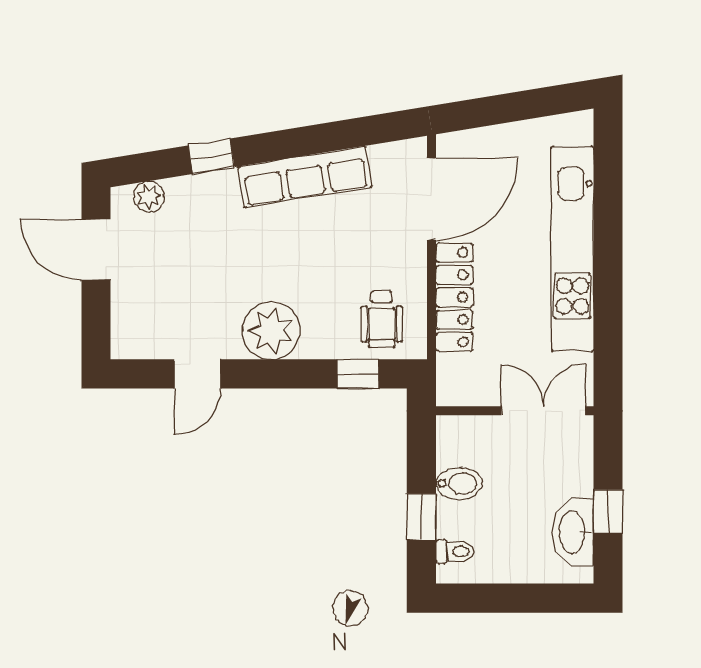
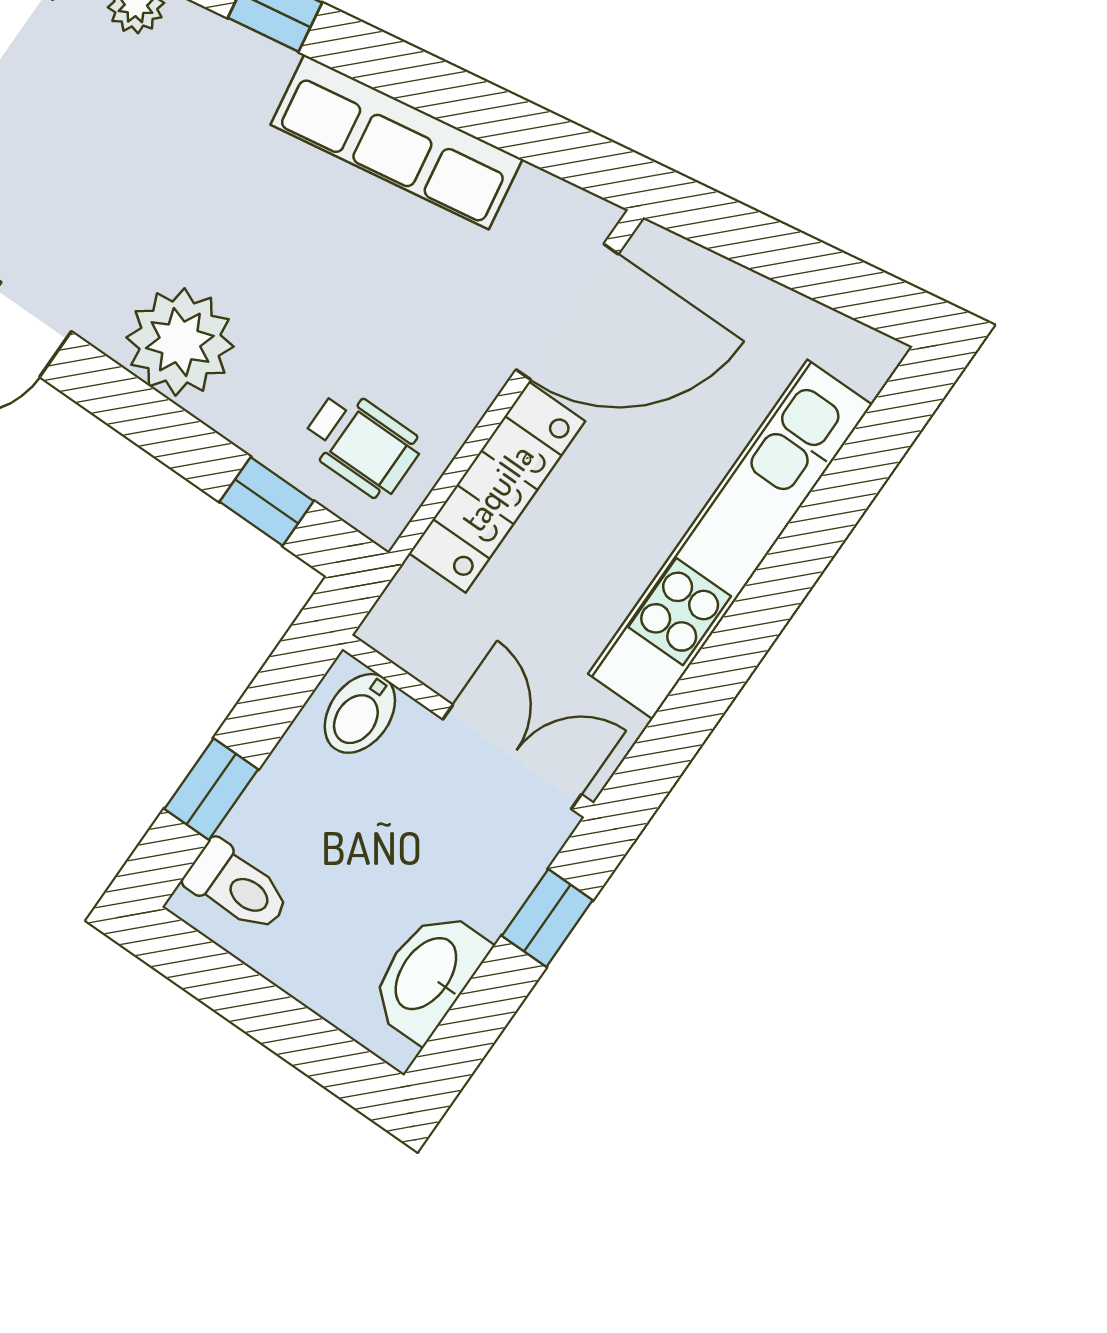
wheelchair: (382, 320) -> (362, 444), turned -90
bidet: (459, 483) -> (360, 713), moved, turned 90
window: (608, 512) -> (547, 918), moved
toilet: (455, 552) -> (237, 887), width x1.37, depth x1.39

